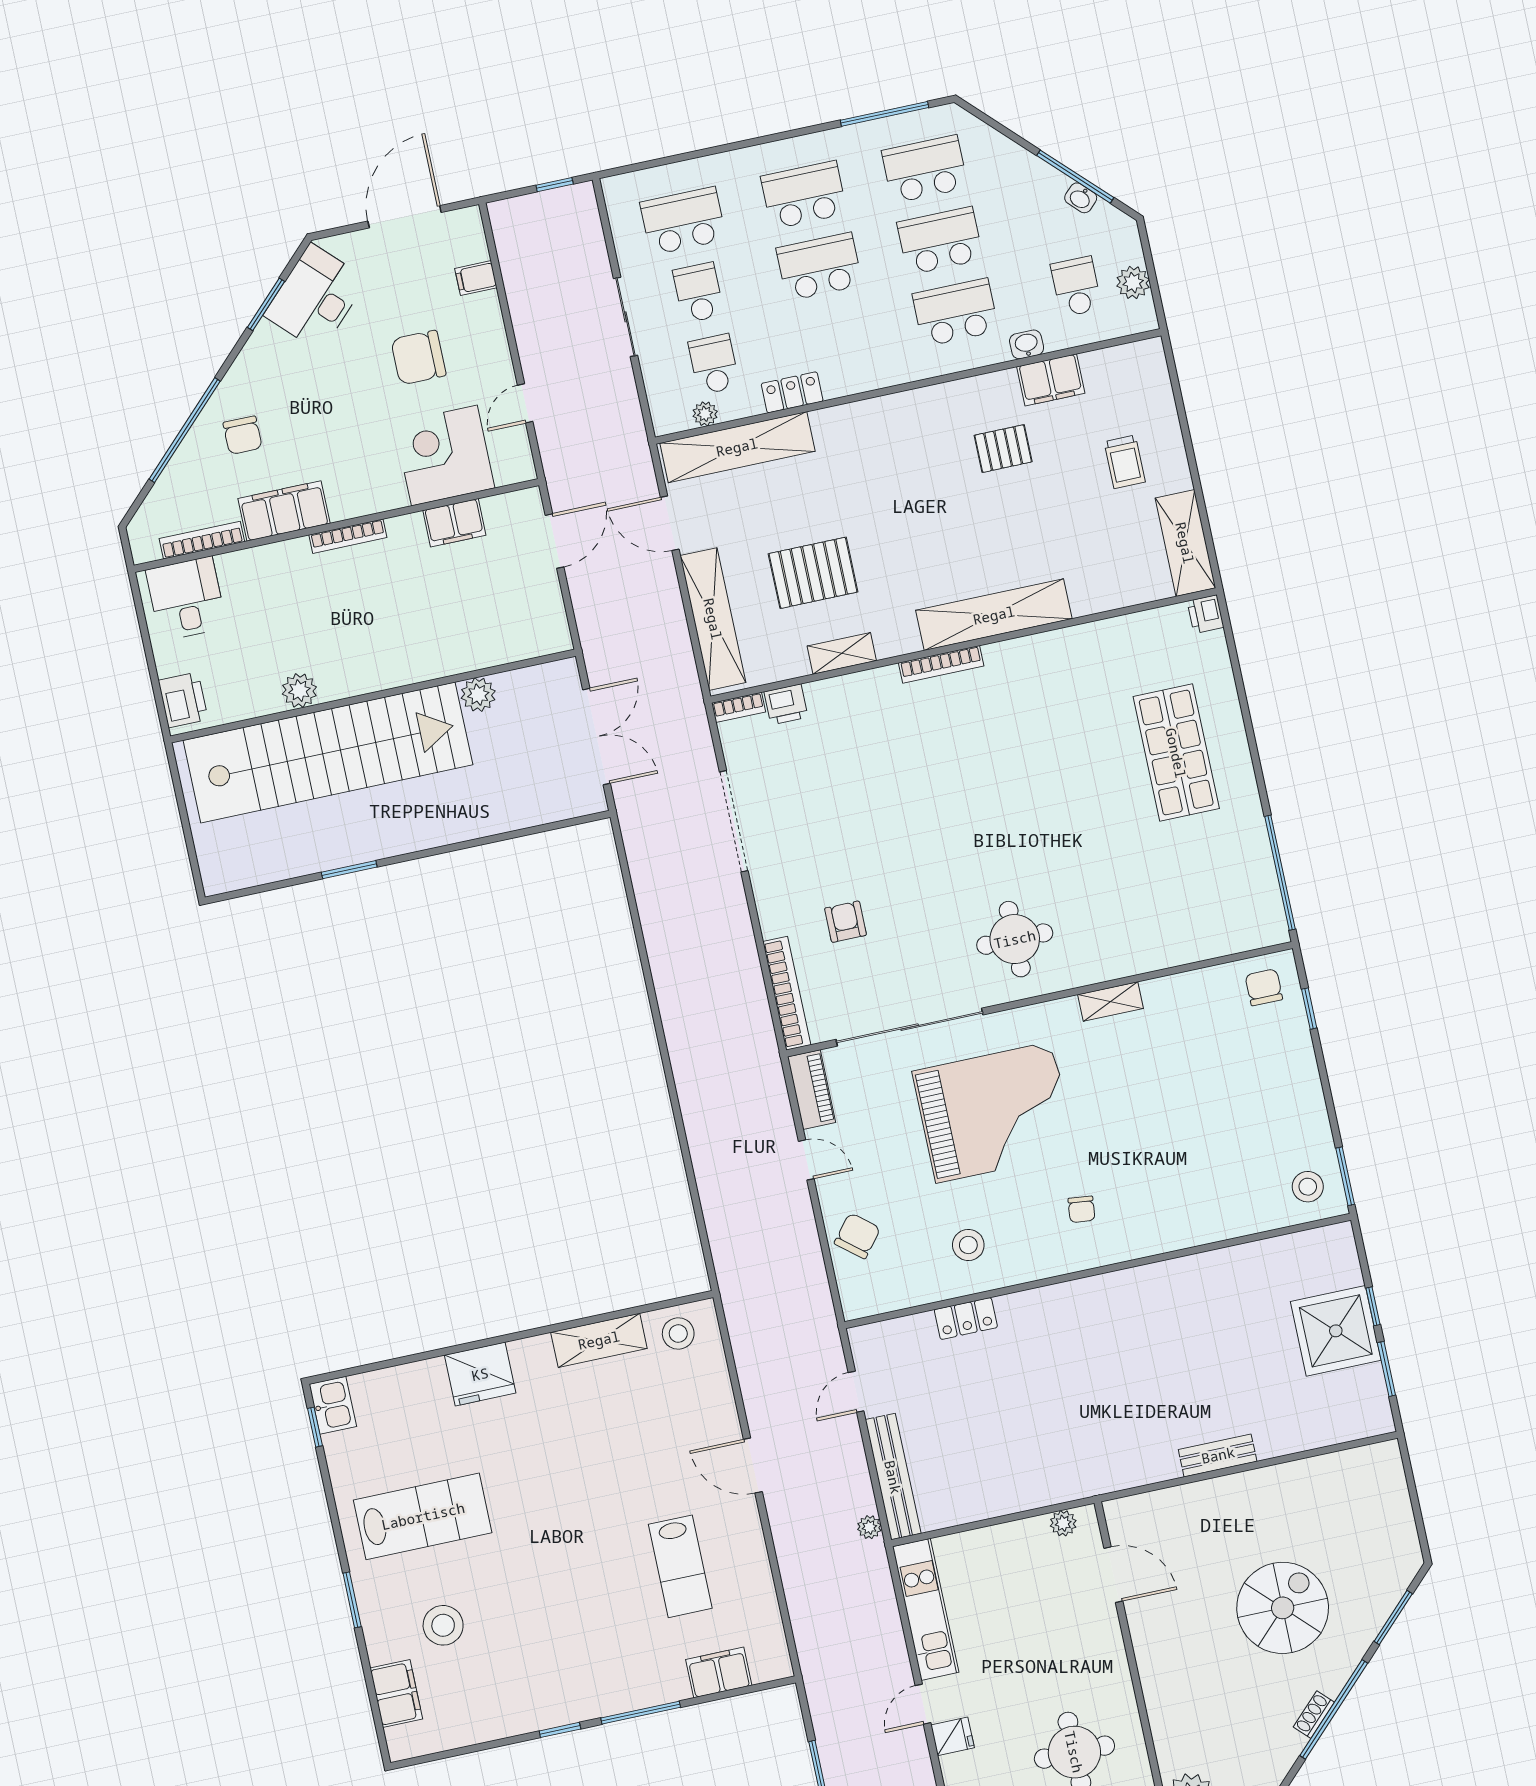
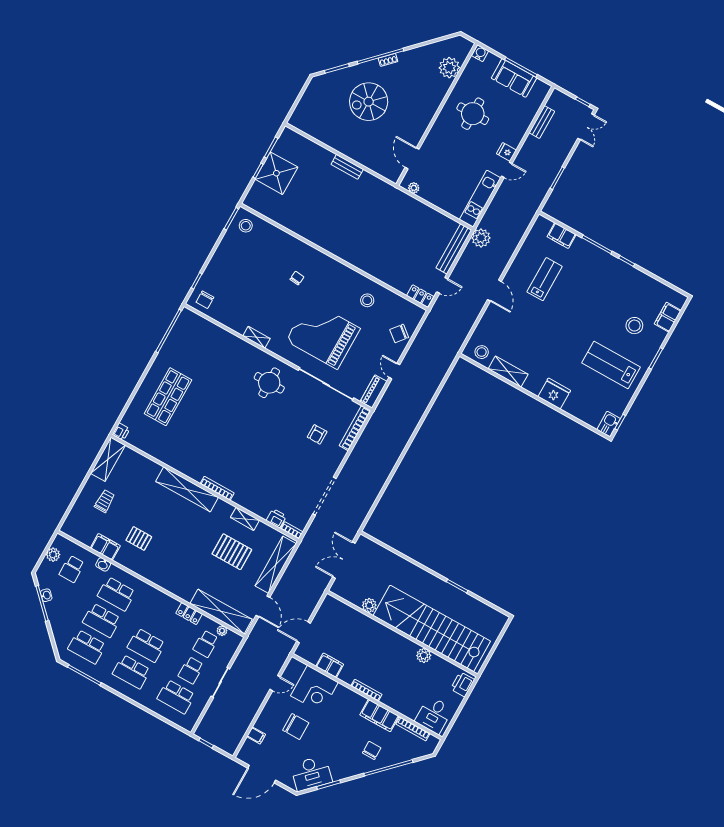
chair: (1081, 1209) -> (297, 278), moved
locker: (966, 1318) -> (420, 296), moved
plant: (869, 1527) -> (481, 238), width x1.88, depth x1.88

